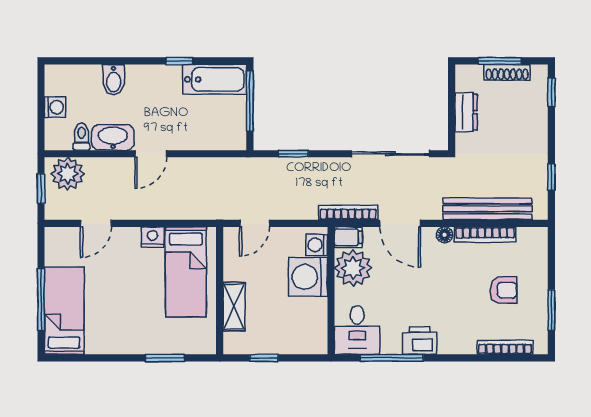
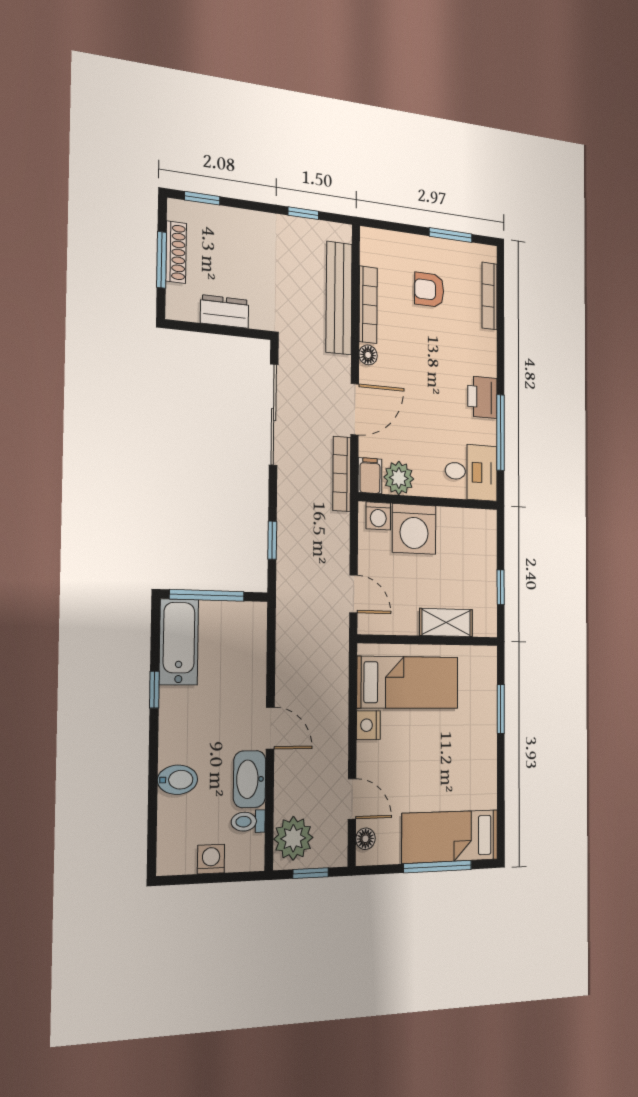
floor lamp: (65, 235) -> (365, 839), added
plant: (353, 268) -> (399, 478), width x0.73, depth x0.73
armchair: (503, 290) -> (429, 290), turned -90

